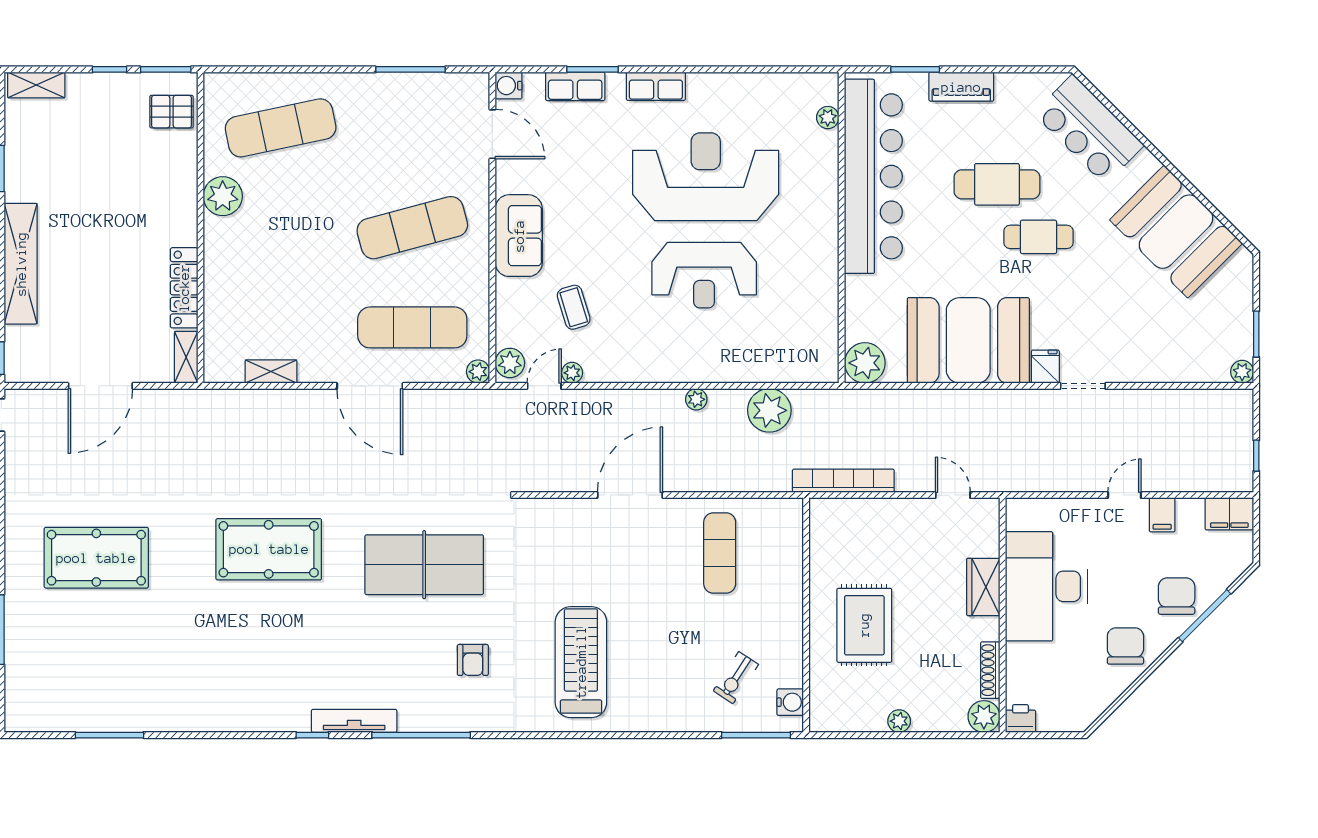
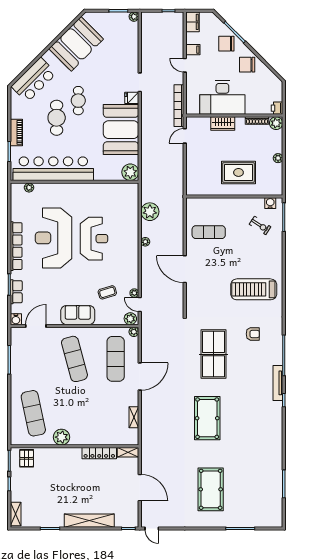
row of seats: (656, 86) -> (16, 246), width x2.02
bookcase: (843, 481) -> (179, 106), moved

